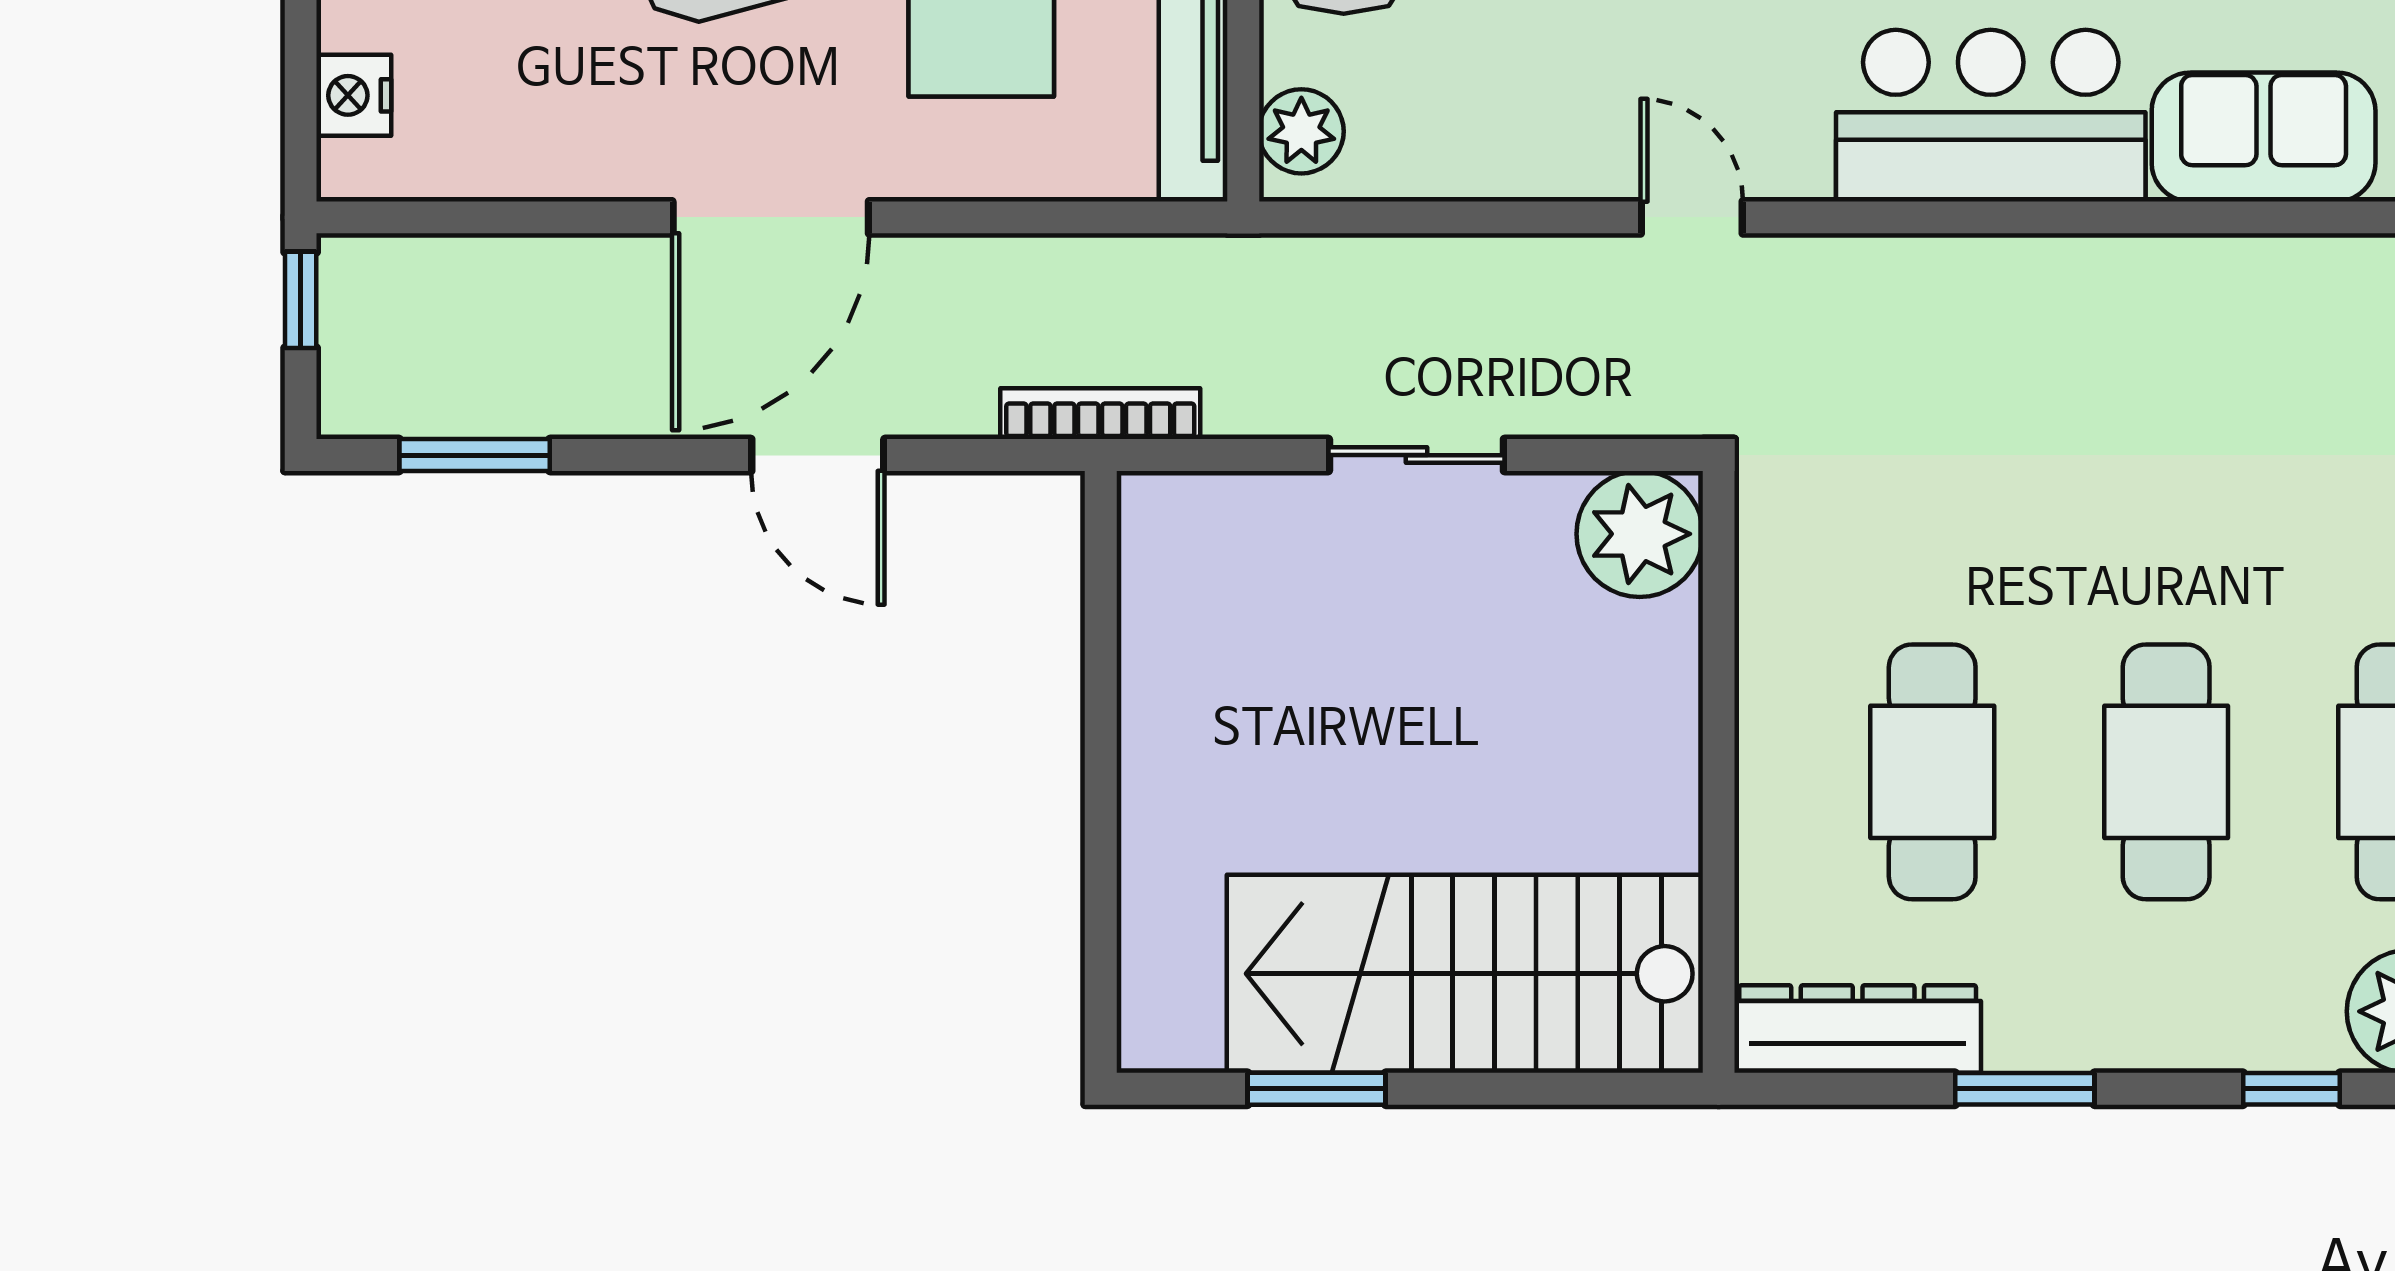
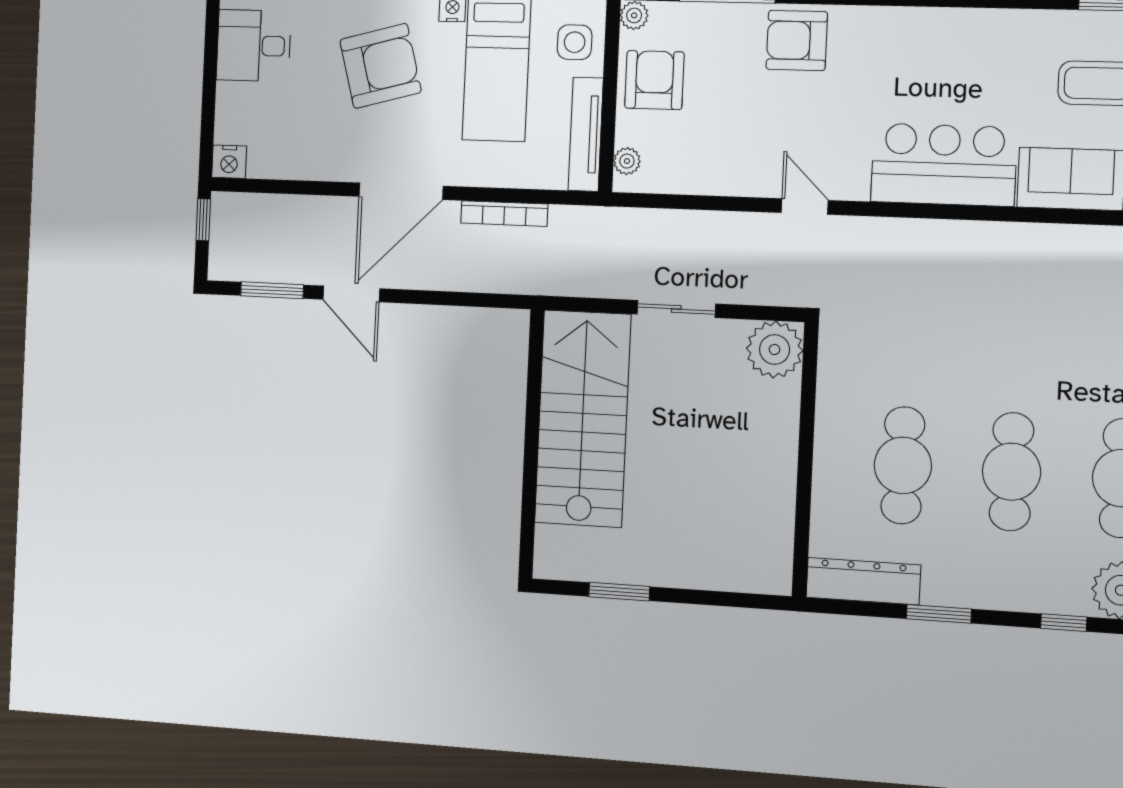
nightstand: (354, 95) -> (229, 162), moved, turned -90
plant: (1301, 131) -> (627, 161), width x0.73, depth x0.73
bookcase: (1100, 414) -> (504, 214), moved, turned 180
door: (818, 455) -> (351, 294), moved
stairs: (1465, 974) -> (583, 419), moved, turned 90

